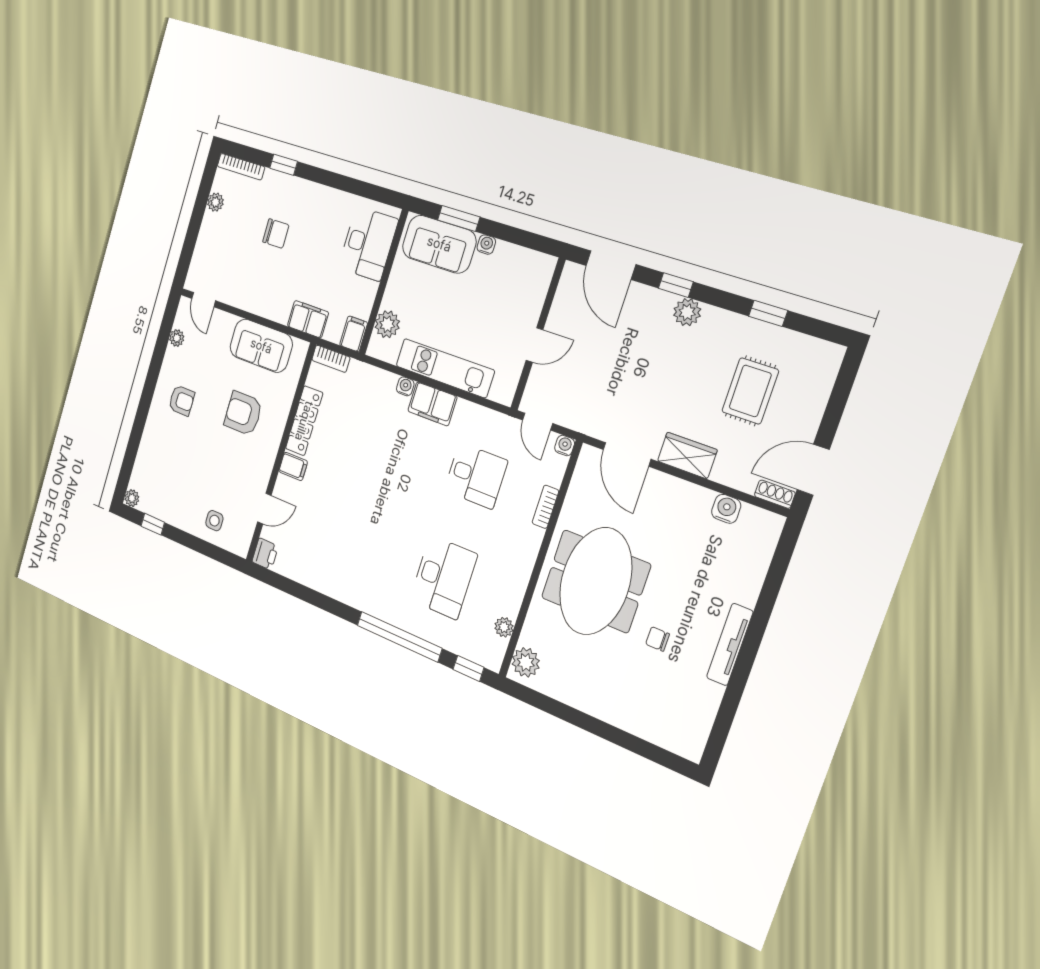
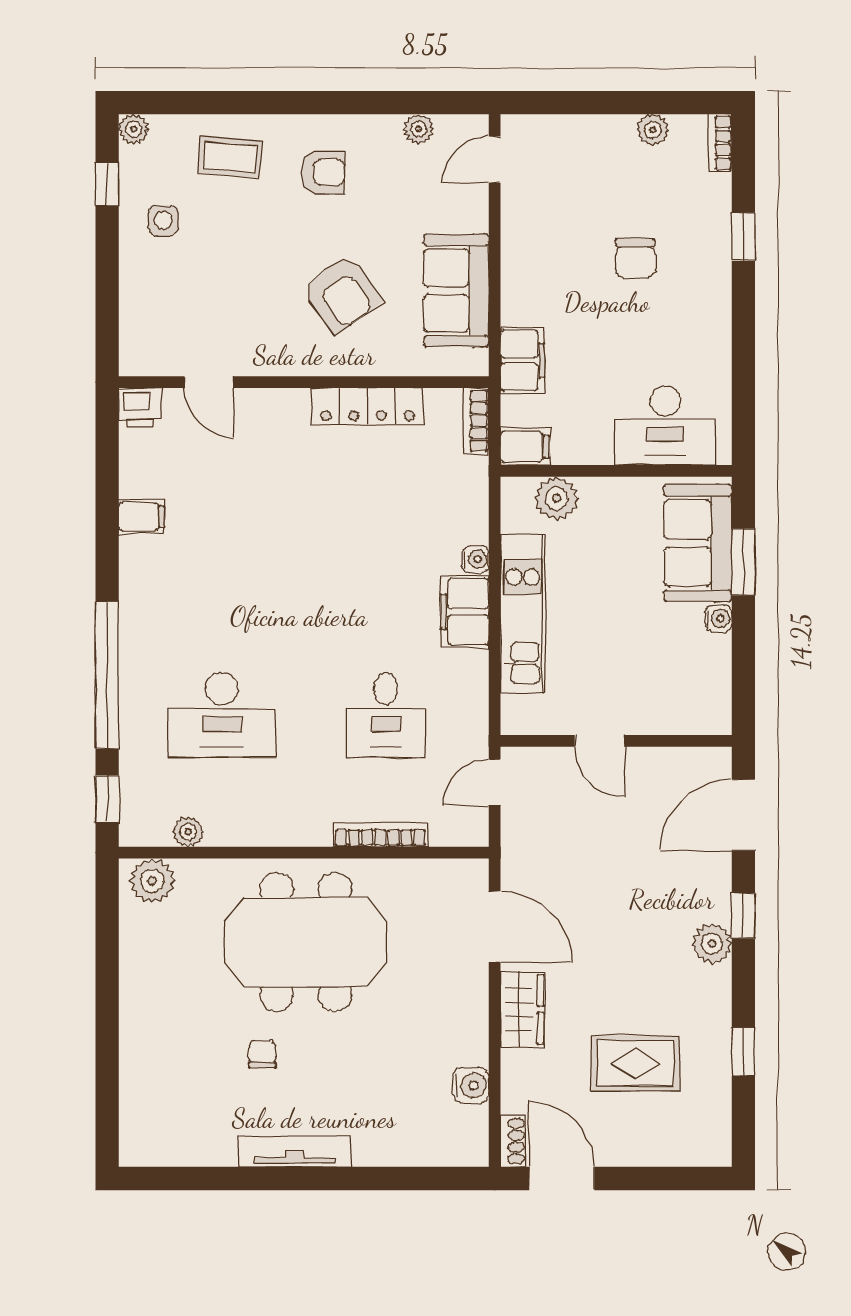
bookcase: (241, 167) -> (720, 143), width x0.64
armchair: (182, 400) -> (323, 172), turned -90
armchair: (243, 413) -> (342, 294), turned 145
water cooler: (565, 446) -> (475, 833), removed
coffee table: (160, 450) -> (230, 157), added
door: (627, 454) -> (495, 927), swing flipped
filing cabinet: (293, 466) -> (142, 517), moved, turned -90
bookcase: (545, 507) -> (380, 835), width x1.56
side table: (214, 521) -> (163, 220), moved

